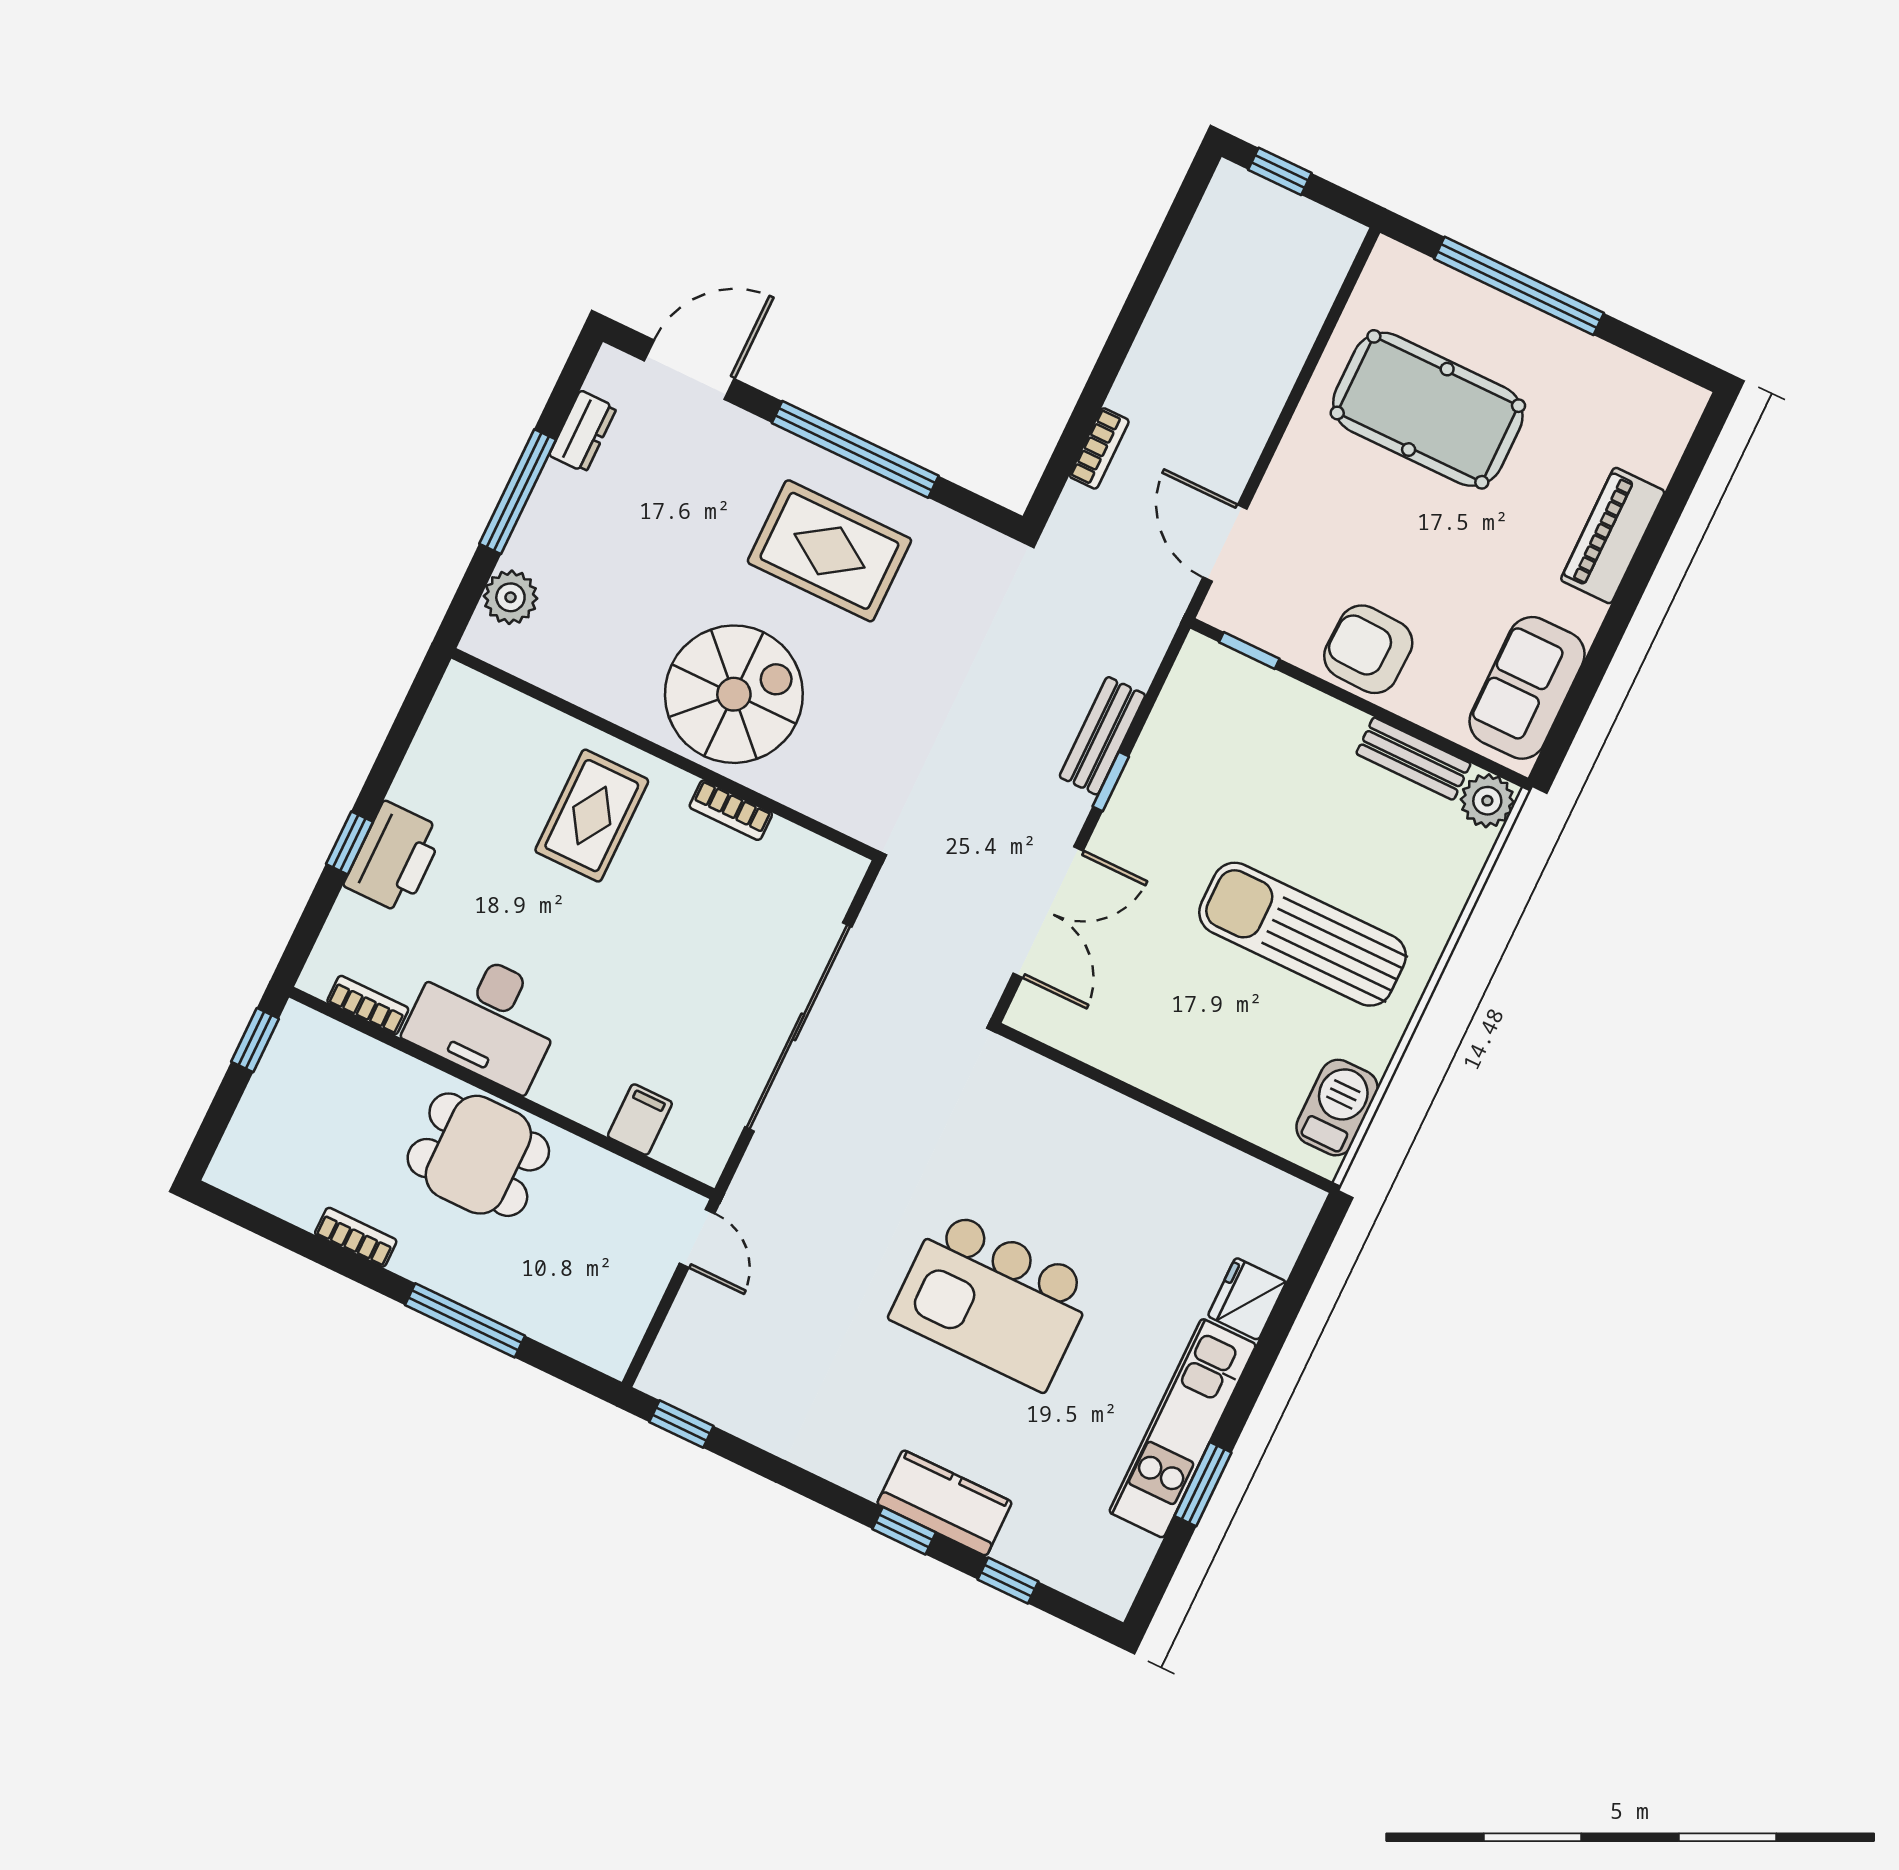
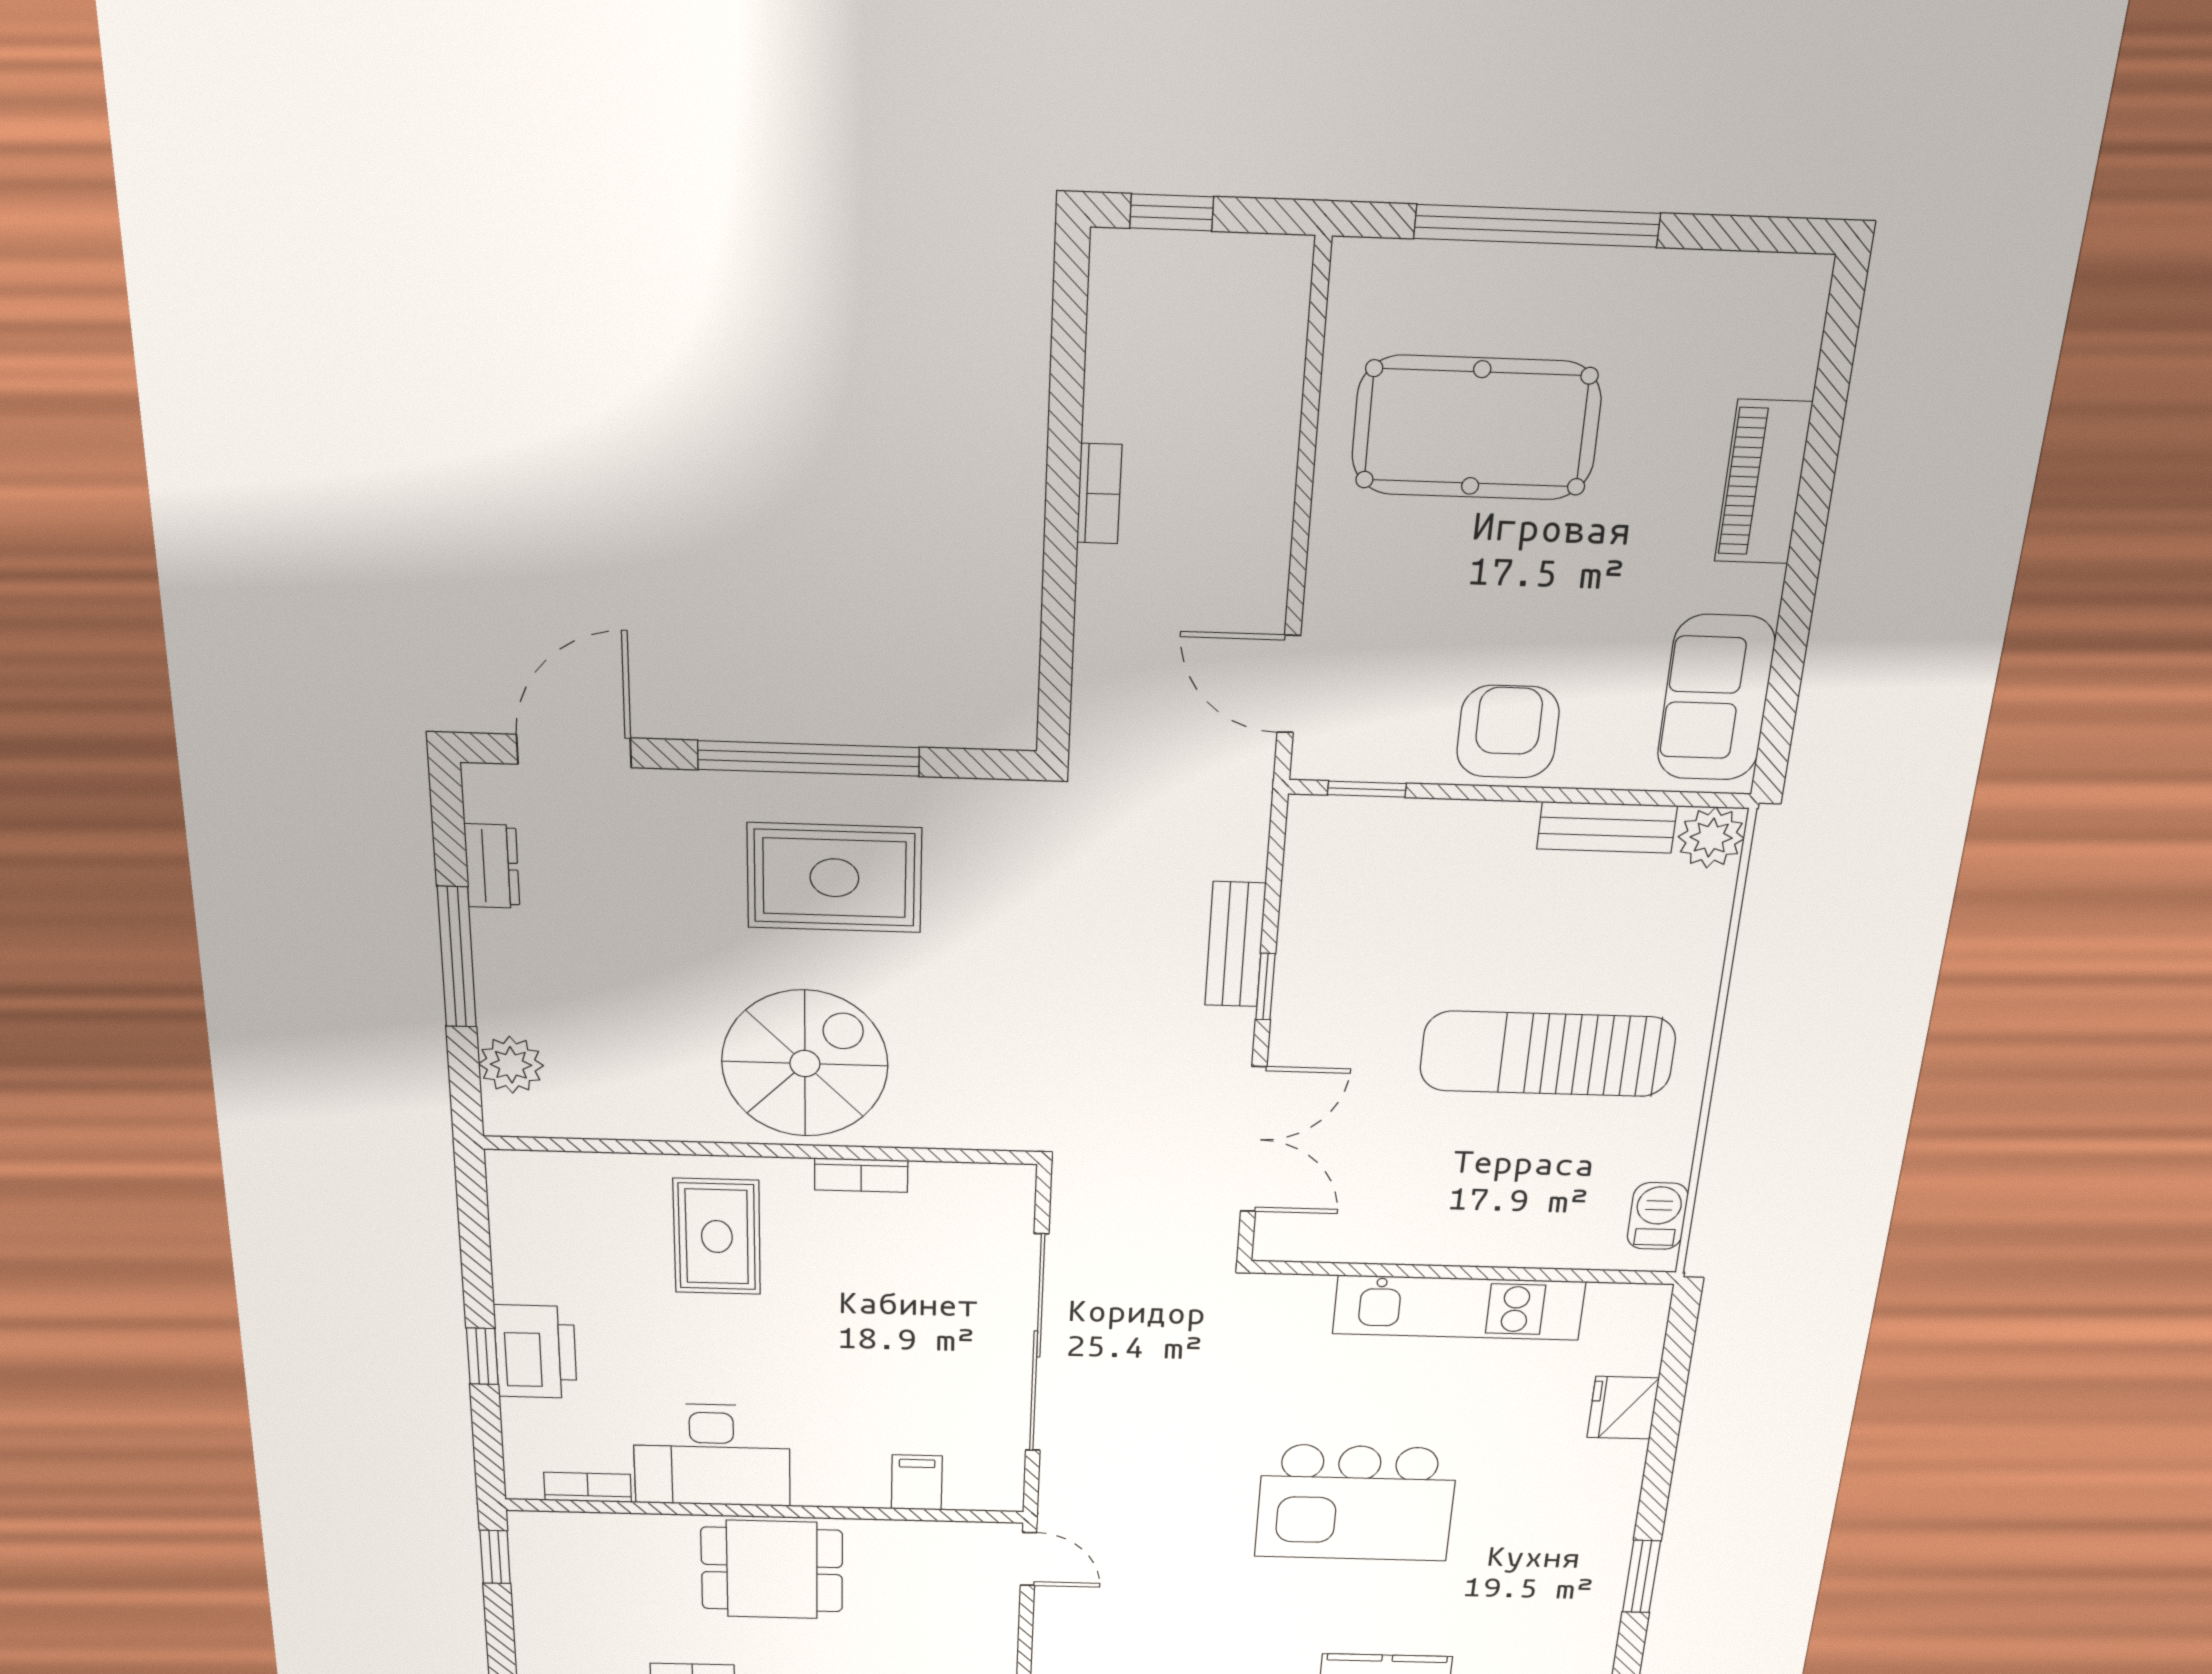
bookcase: (1099, 448) -> (1099, 494), moved
armchair: (1368, 649) -> (1508, 732), turned 88
barbecue: (1337, 1108) -> (1658, 1216), width x0.73, depth x0.79
kitchen unit: (1183, 1428) -> (1459, 1308), moved, turned -90

